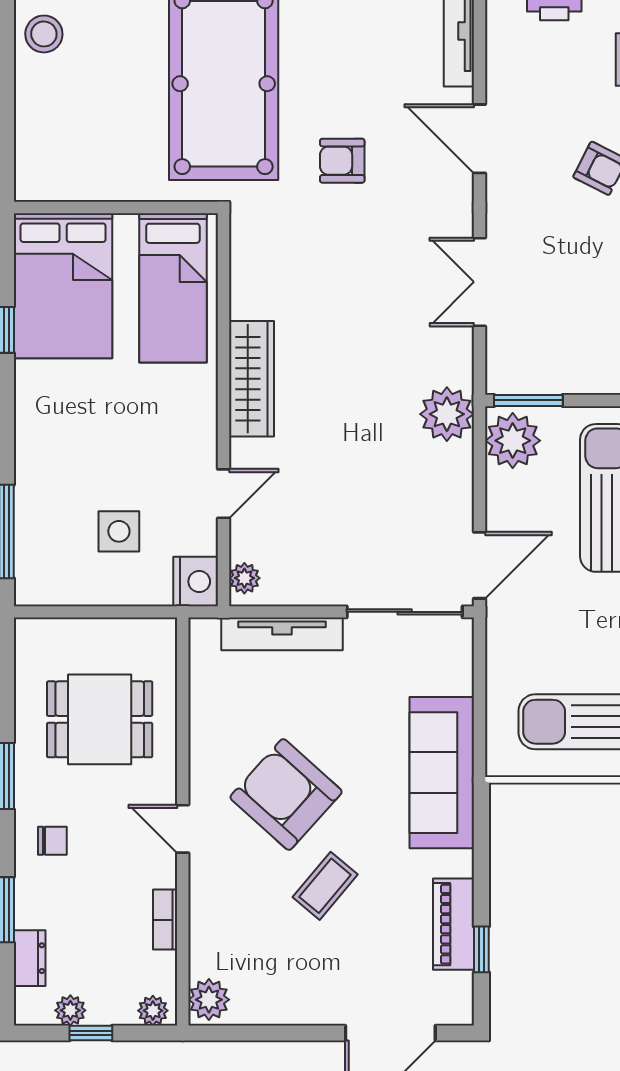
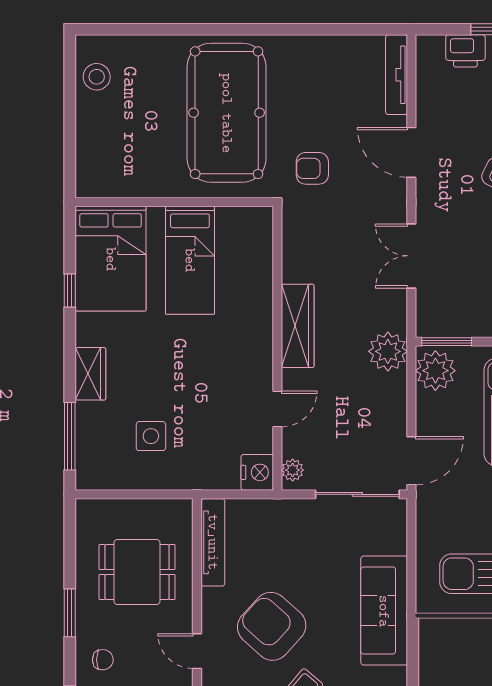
wardrobe: (251, 379) -> (298, 326), moved
wall: (224, 410) -> (277, 348), moved
wardrobe: (35, 445) -> (90, 374), added
door: (224, 494) -> (277, 409), moved
plant: (244, 578) -> (293, 470), moved
nightstand: (196, 581) -> (257, 472), moved
tv unit: (282, 634) -> (213, 542), moved, turned -90

